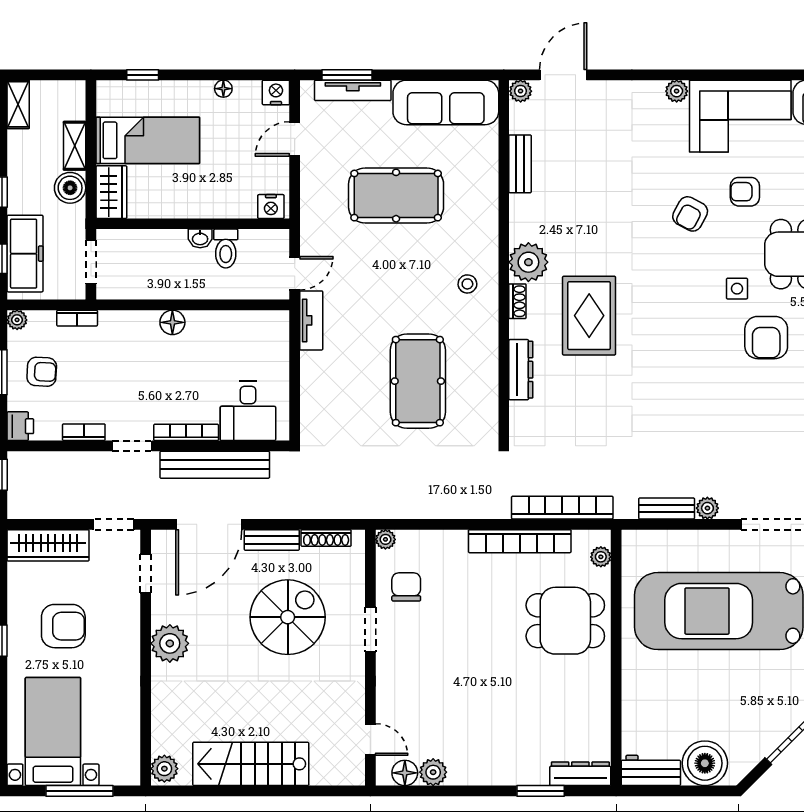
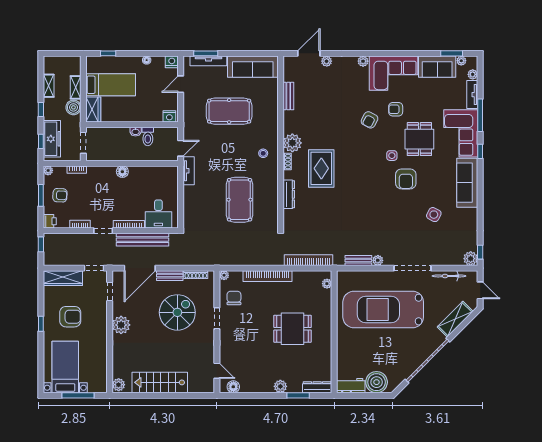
plant: (521, 91) -> (327, 61), moved
shelving: (18, 104) -> (49, 86), moved
bookcase: (520, 541) -> (268, 276), moved
dining table: (565, 621) -> (293, 329), moved
plant: (433, 772) -> (280, 386), moved

